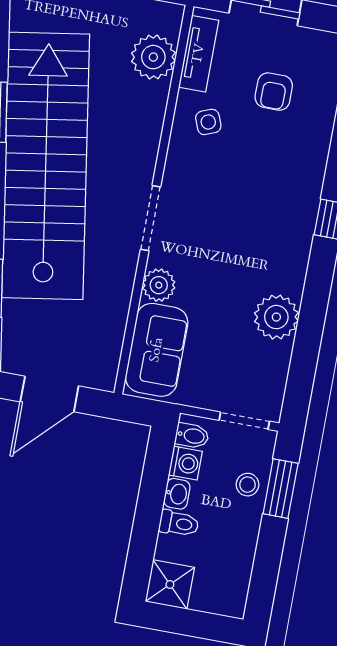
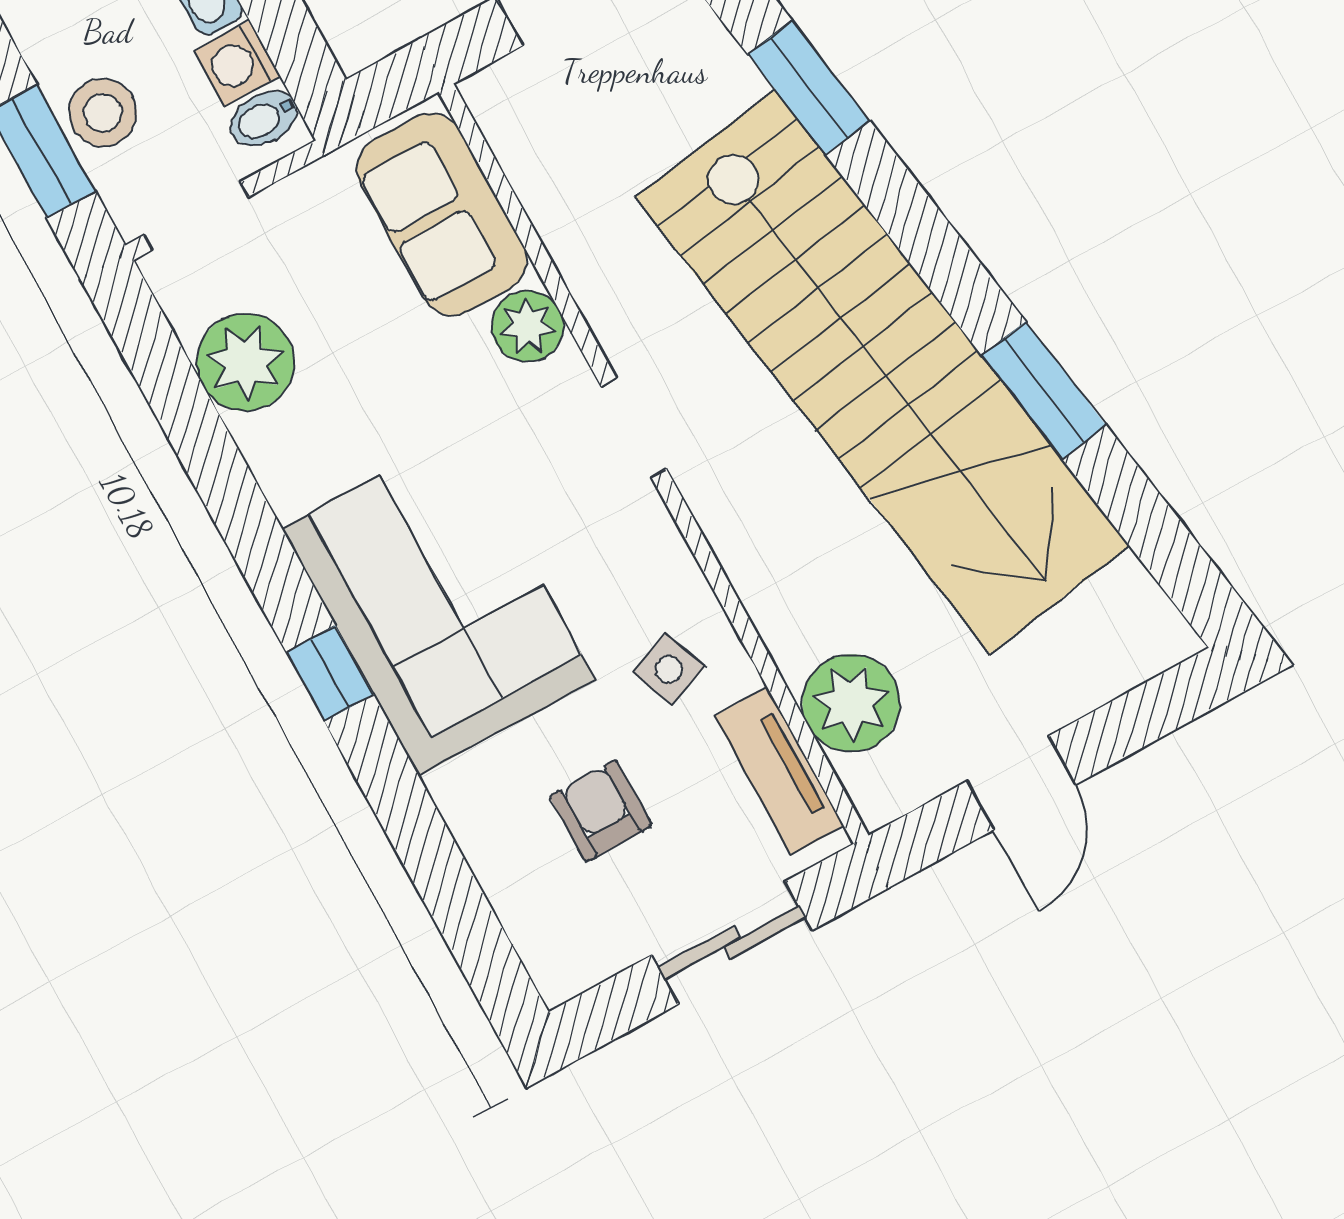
corner sofa: (271, 212) -> (438, 604), added
doorway: (150, 218) -> (634, 428), width x0.73
plant: (276, 317) -> (245, 362), moved
stool: (248, 485) -> (103, 113), width x1.37, depth x1.37

